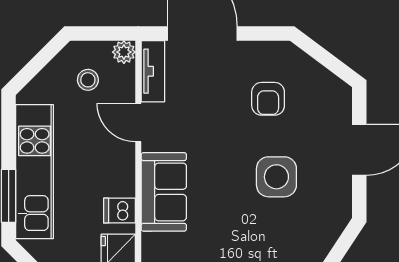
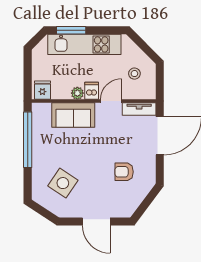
plant: (124, 52) -> (77, 93), moved
side table: (276, 177) -> (63, 183), moved, turned 34
dishwasher: (119, 211) -> (92, 91), moved

